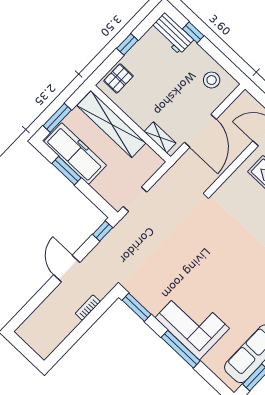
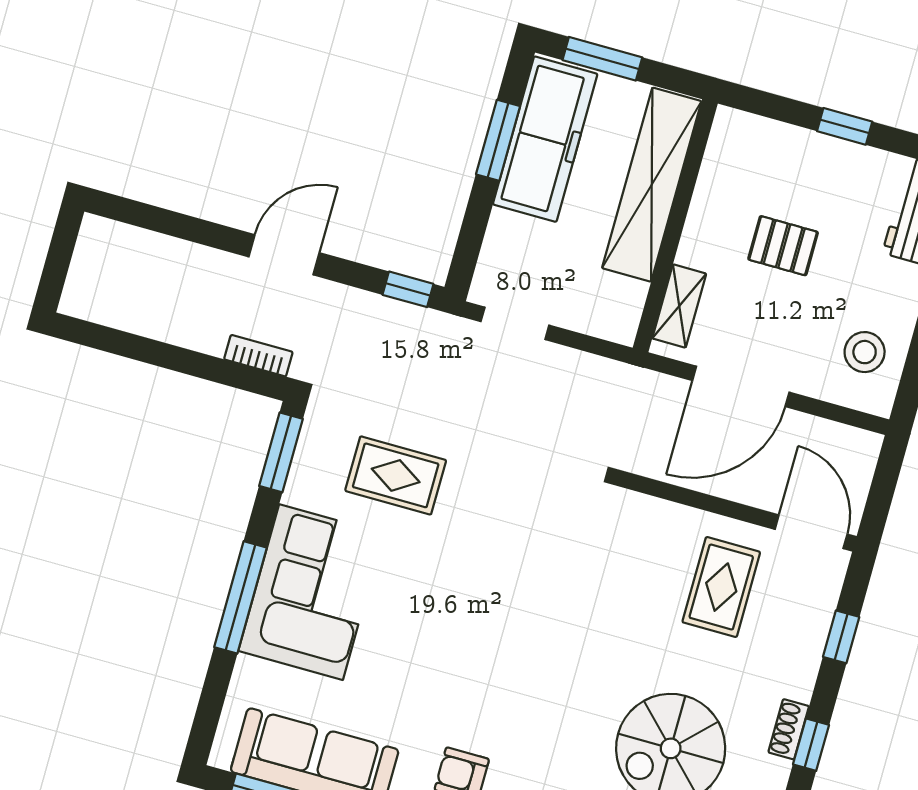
pallet: (118, 78) -> (783, 246), moved
rug: (167, 271) -> (396, 475), added
bookcase: (88, 308) -> (258, 356), moved

